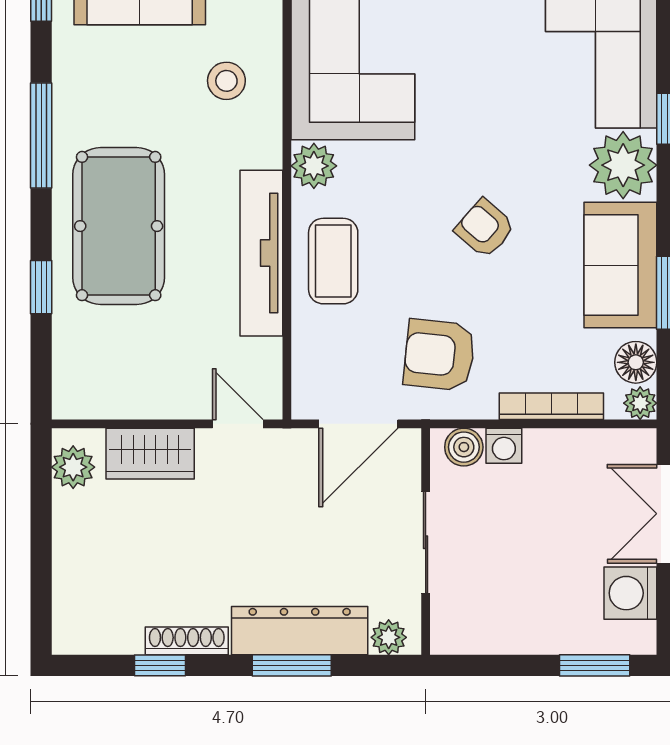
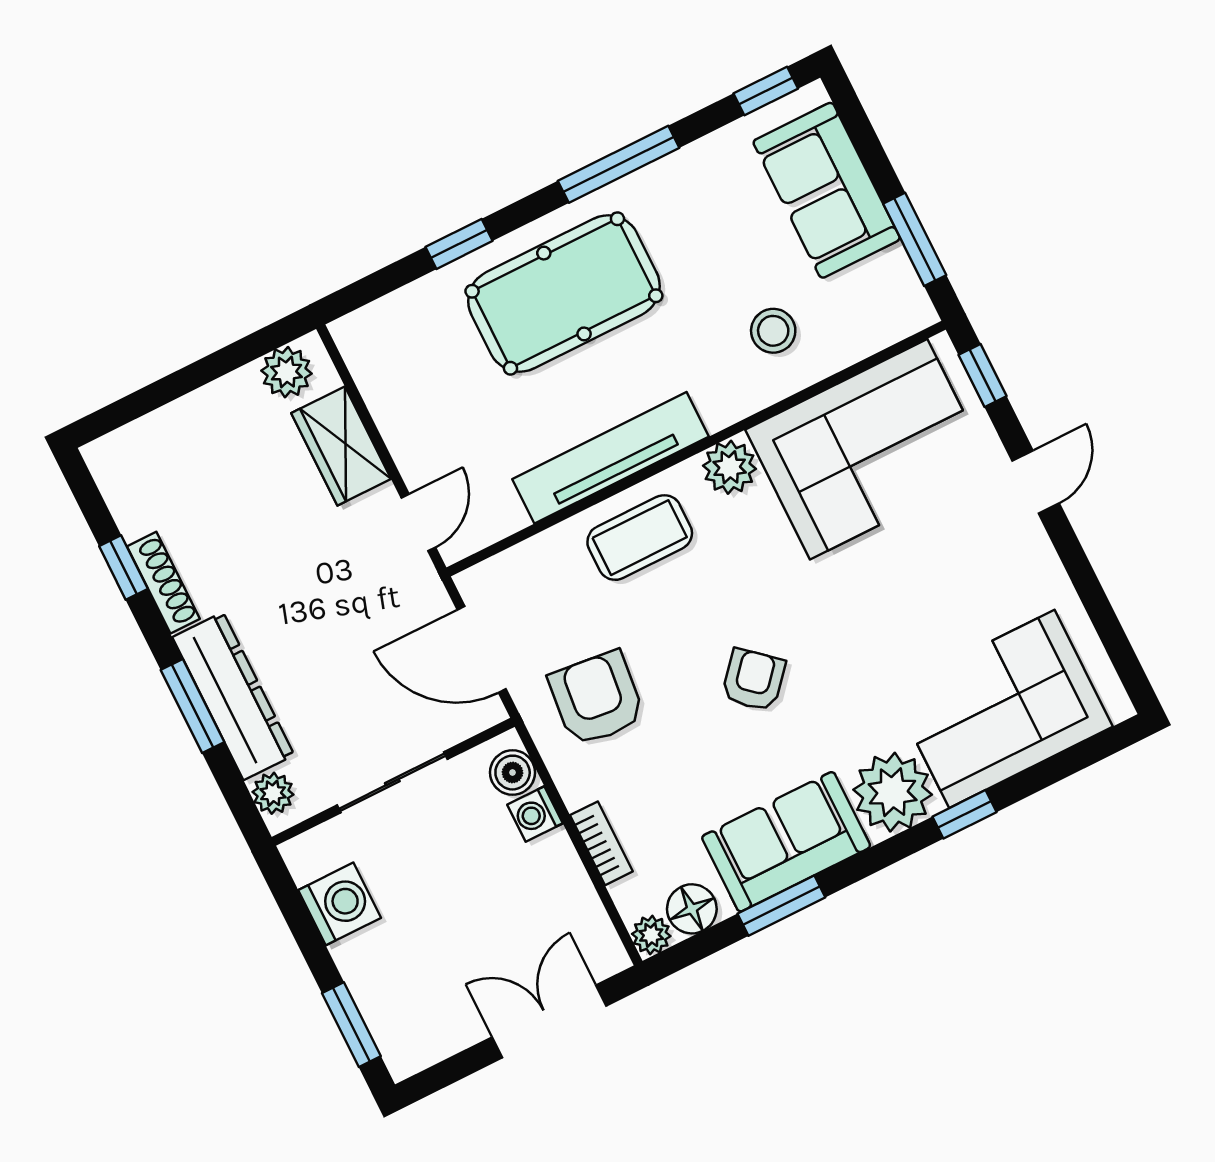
bookcase: (551, 406) -> (601, 843), width x0.64
washing machine: (630, 593) -> (340, 904), moved, turned 90

